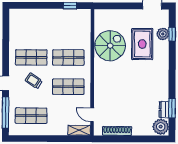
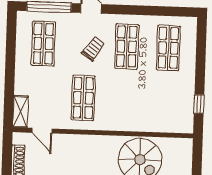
shop shelf: (68, 58) -> (168, 48), moved
door: (92, 115) -> (42, 131), swing flipped

